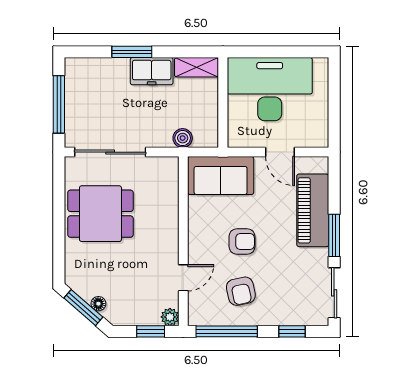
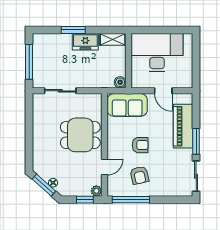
boiler: (183, 138) -> (120, 82), moved
sliding door: (110, 152) -> (60, 91), width x0.73
dining table: (100, 214) -> (80, 135), moved
window: (292, 331) -> (171, 200), removed

